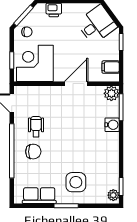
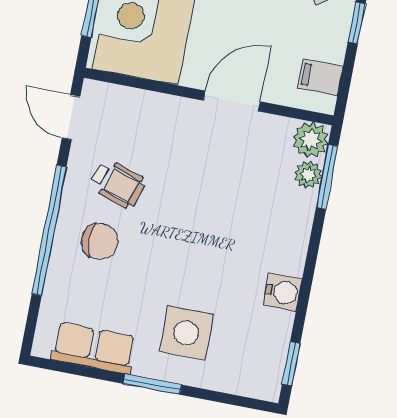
water cooler: (112, 125) -> (283, 292), moved
wheelchair: (36, 127) -> (118, 184), turned 108
plant: (113, 195) -> (308, 175), moved

